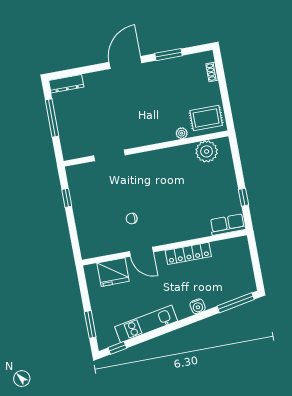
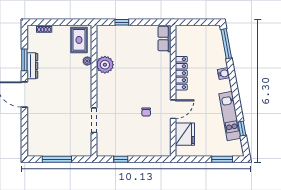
dresser: (66, 84) -> (32, 66), moved
plant: (207, 151) -> (105, 65), moved
window: (244, 197) -> (122, 22), moved
window: (117, 348) -> (242, 129), moved

